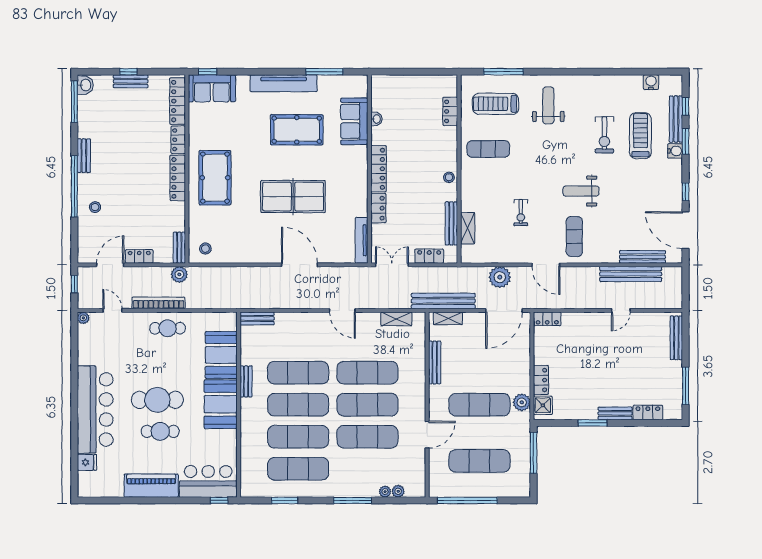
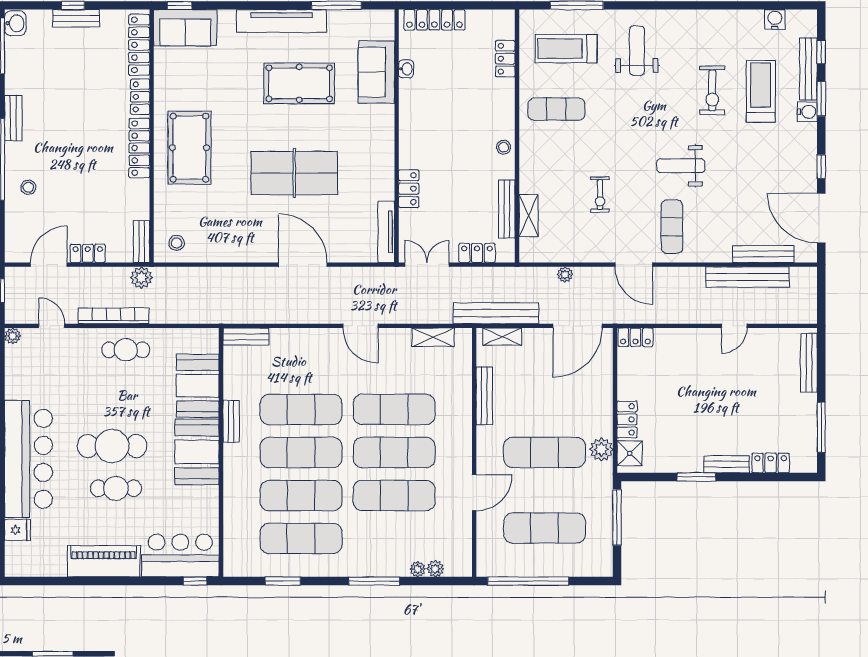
locker: (379, 169) -> (434, 20), moved, turned 90
plant: (500, 277) -> (565, 274), width x0.53, depth x0.53

